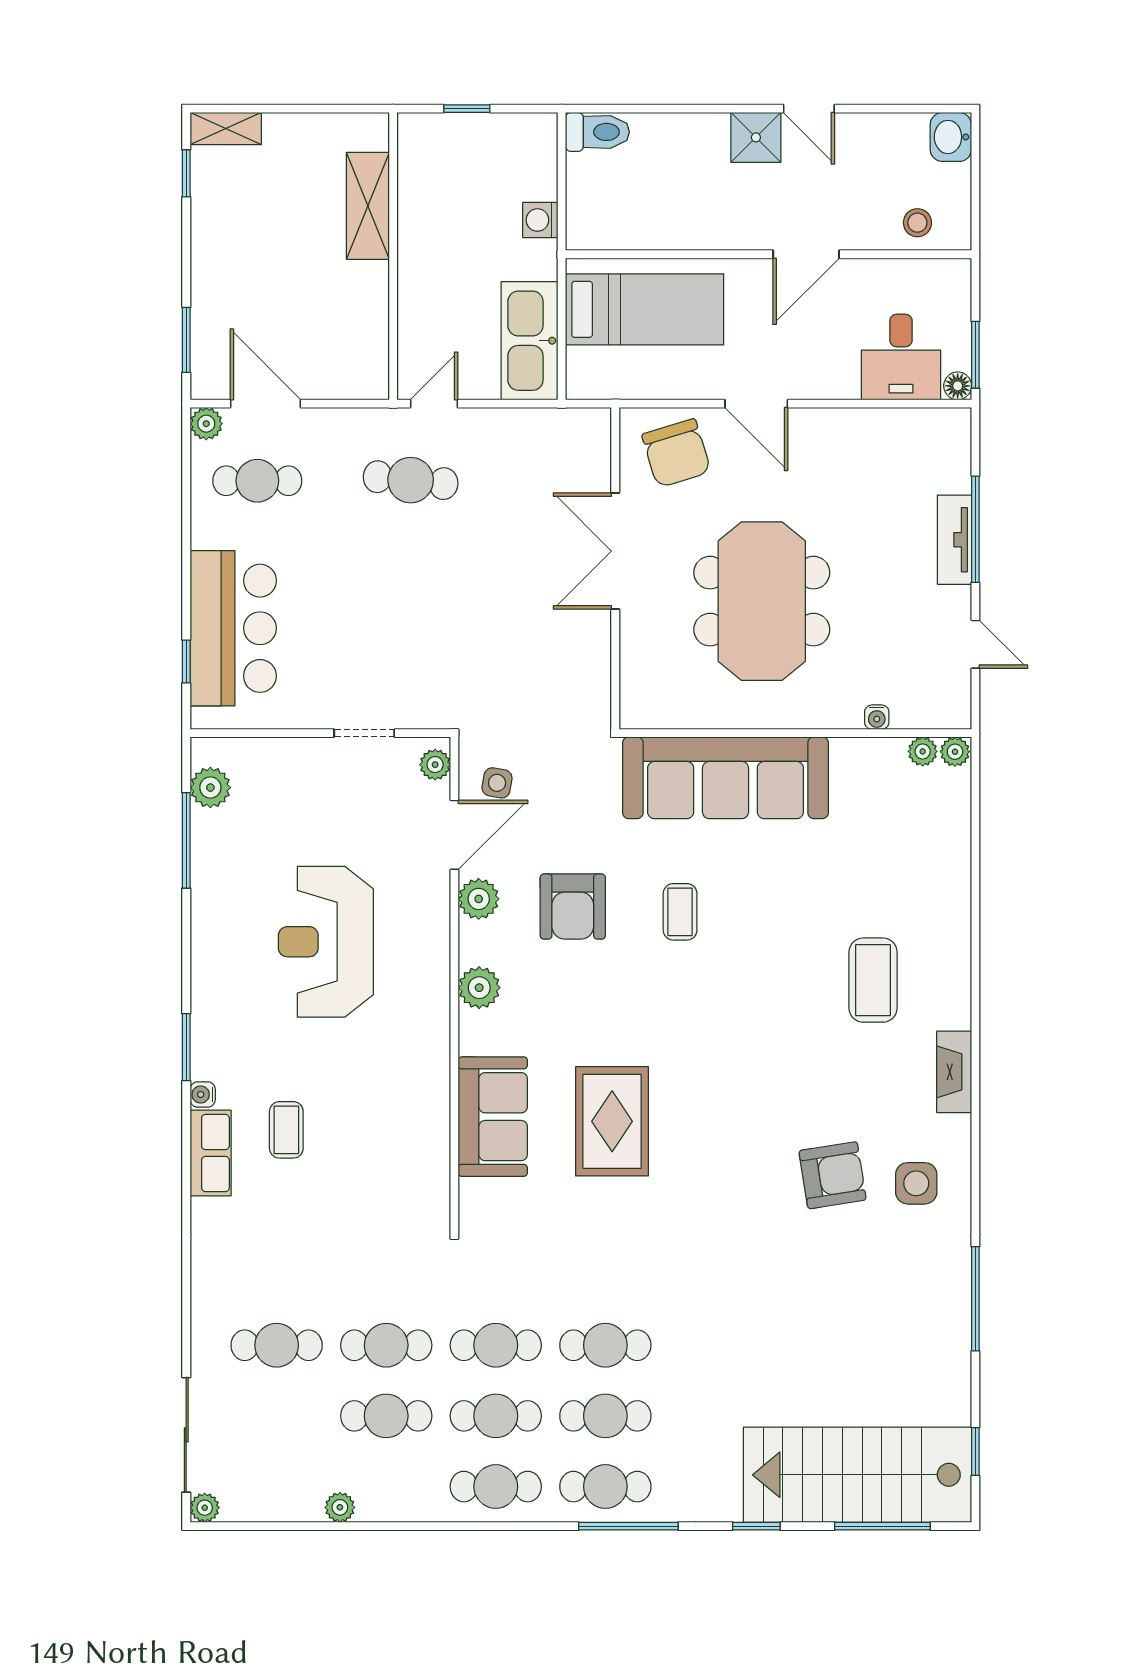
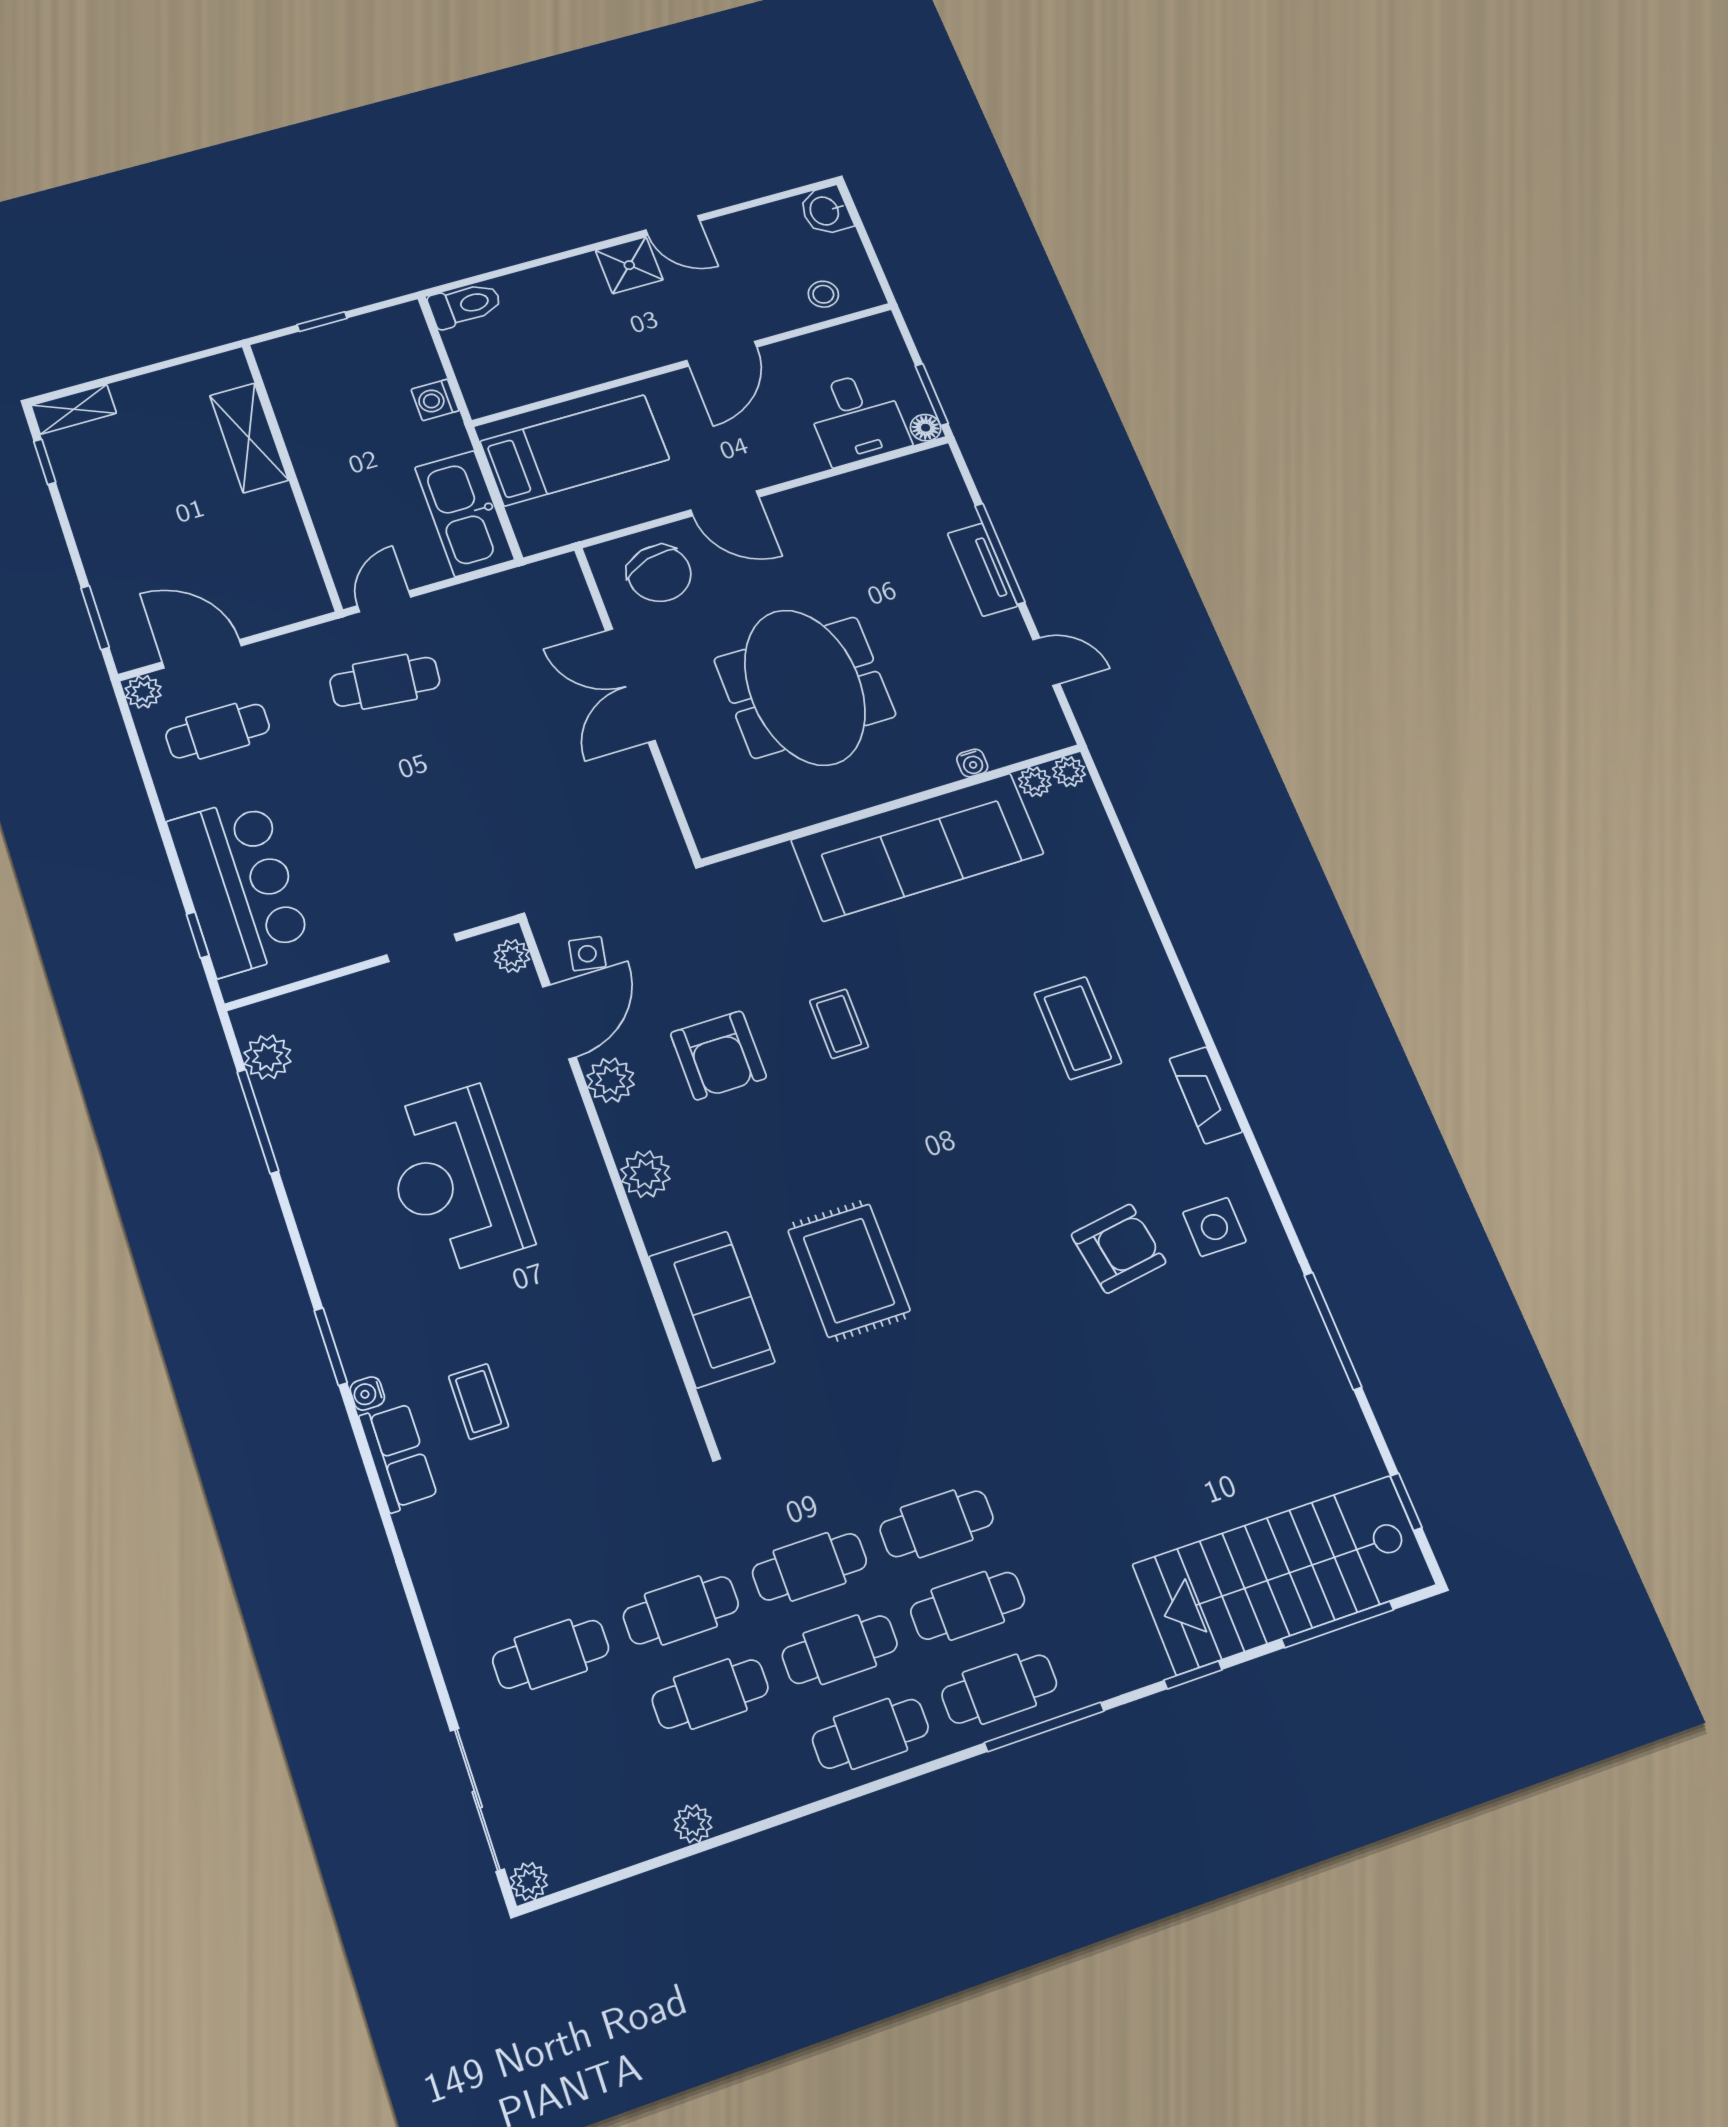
sofa: (725, 778) -> (917, 847), moved

